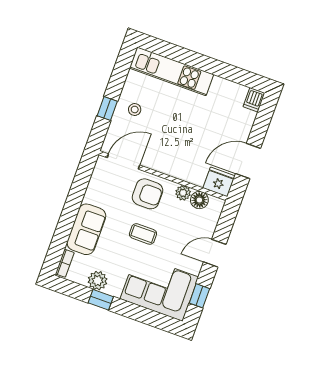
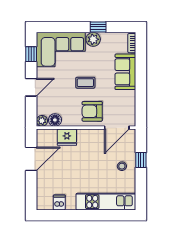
dishwasher: (254, 100) -> (59, 202), moved
fridge: (219, 182) -> (67, 137), moved
plant: (183, 193) -> (42, 121), moved
plant: (98, 281) -> (93, 39), moved

